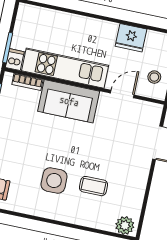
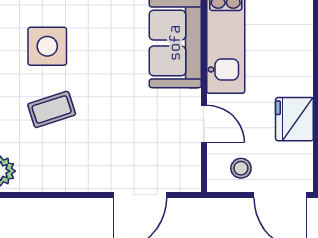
coffee table: (93, 186) -> (52, 109), turned 72

